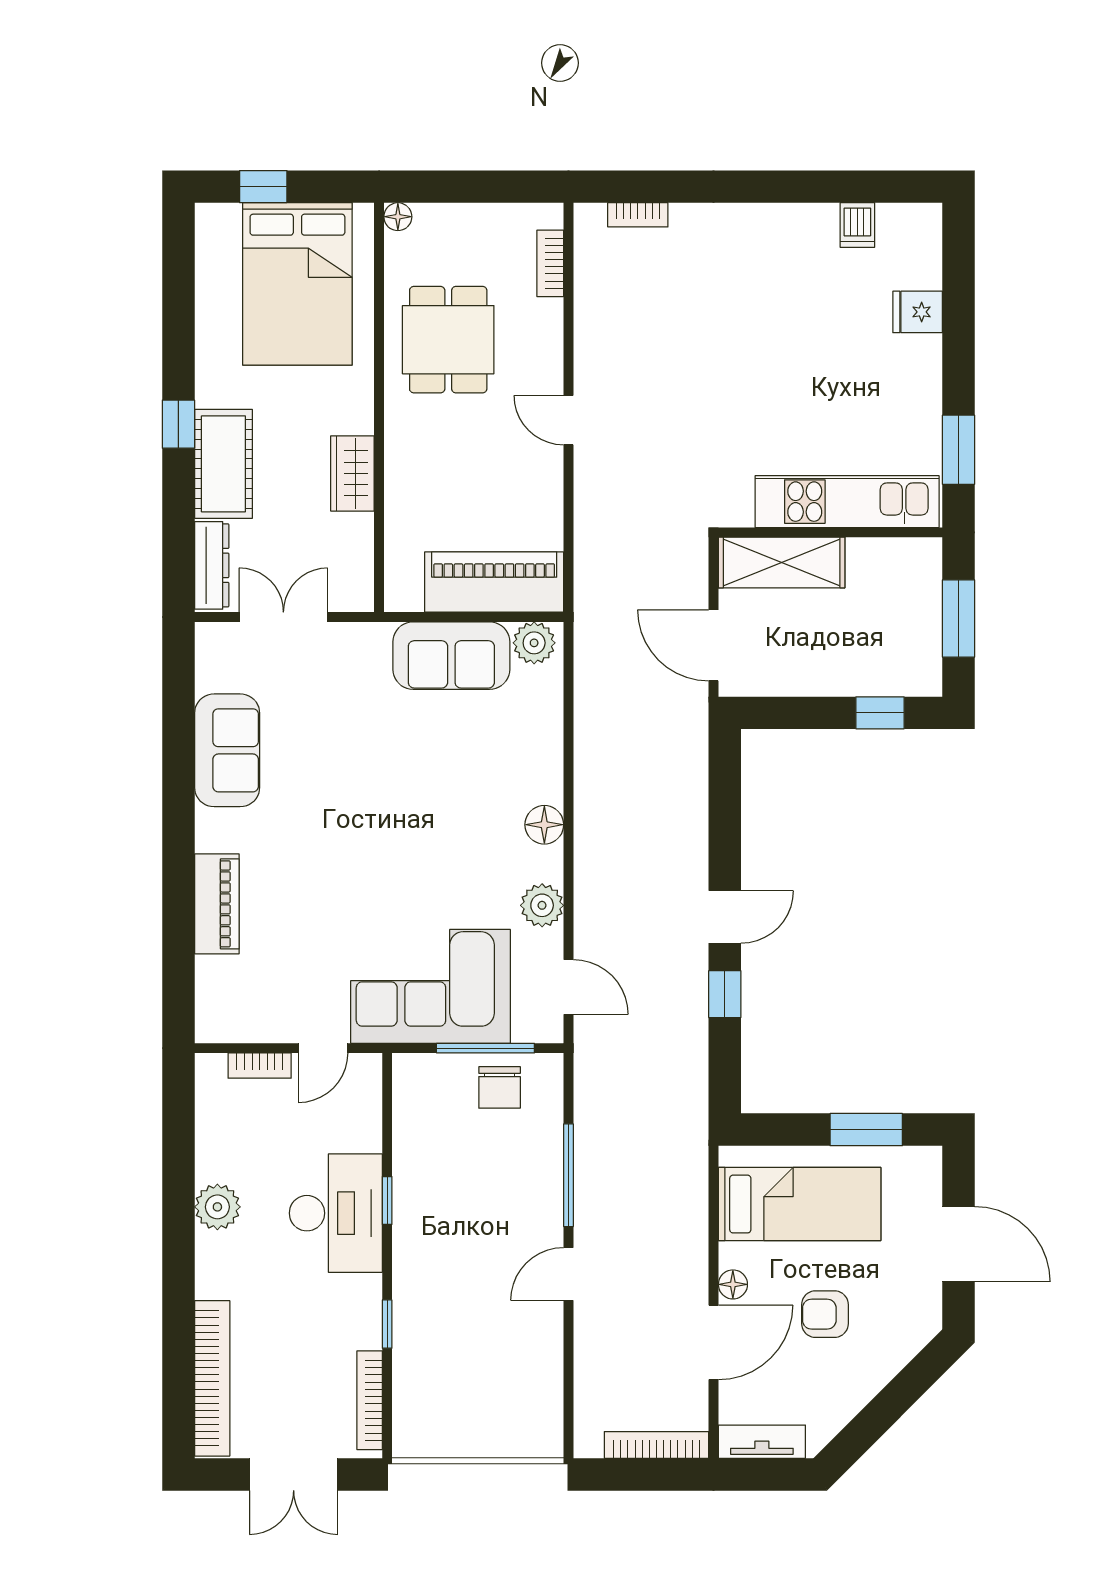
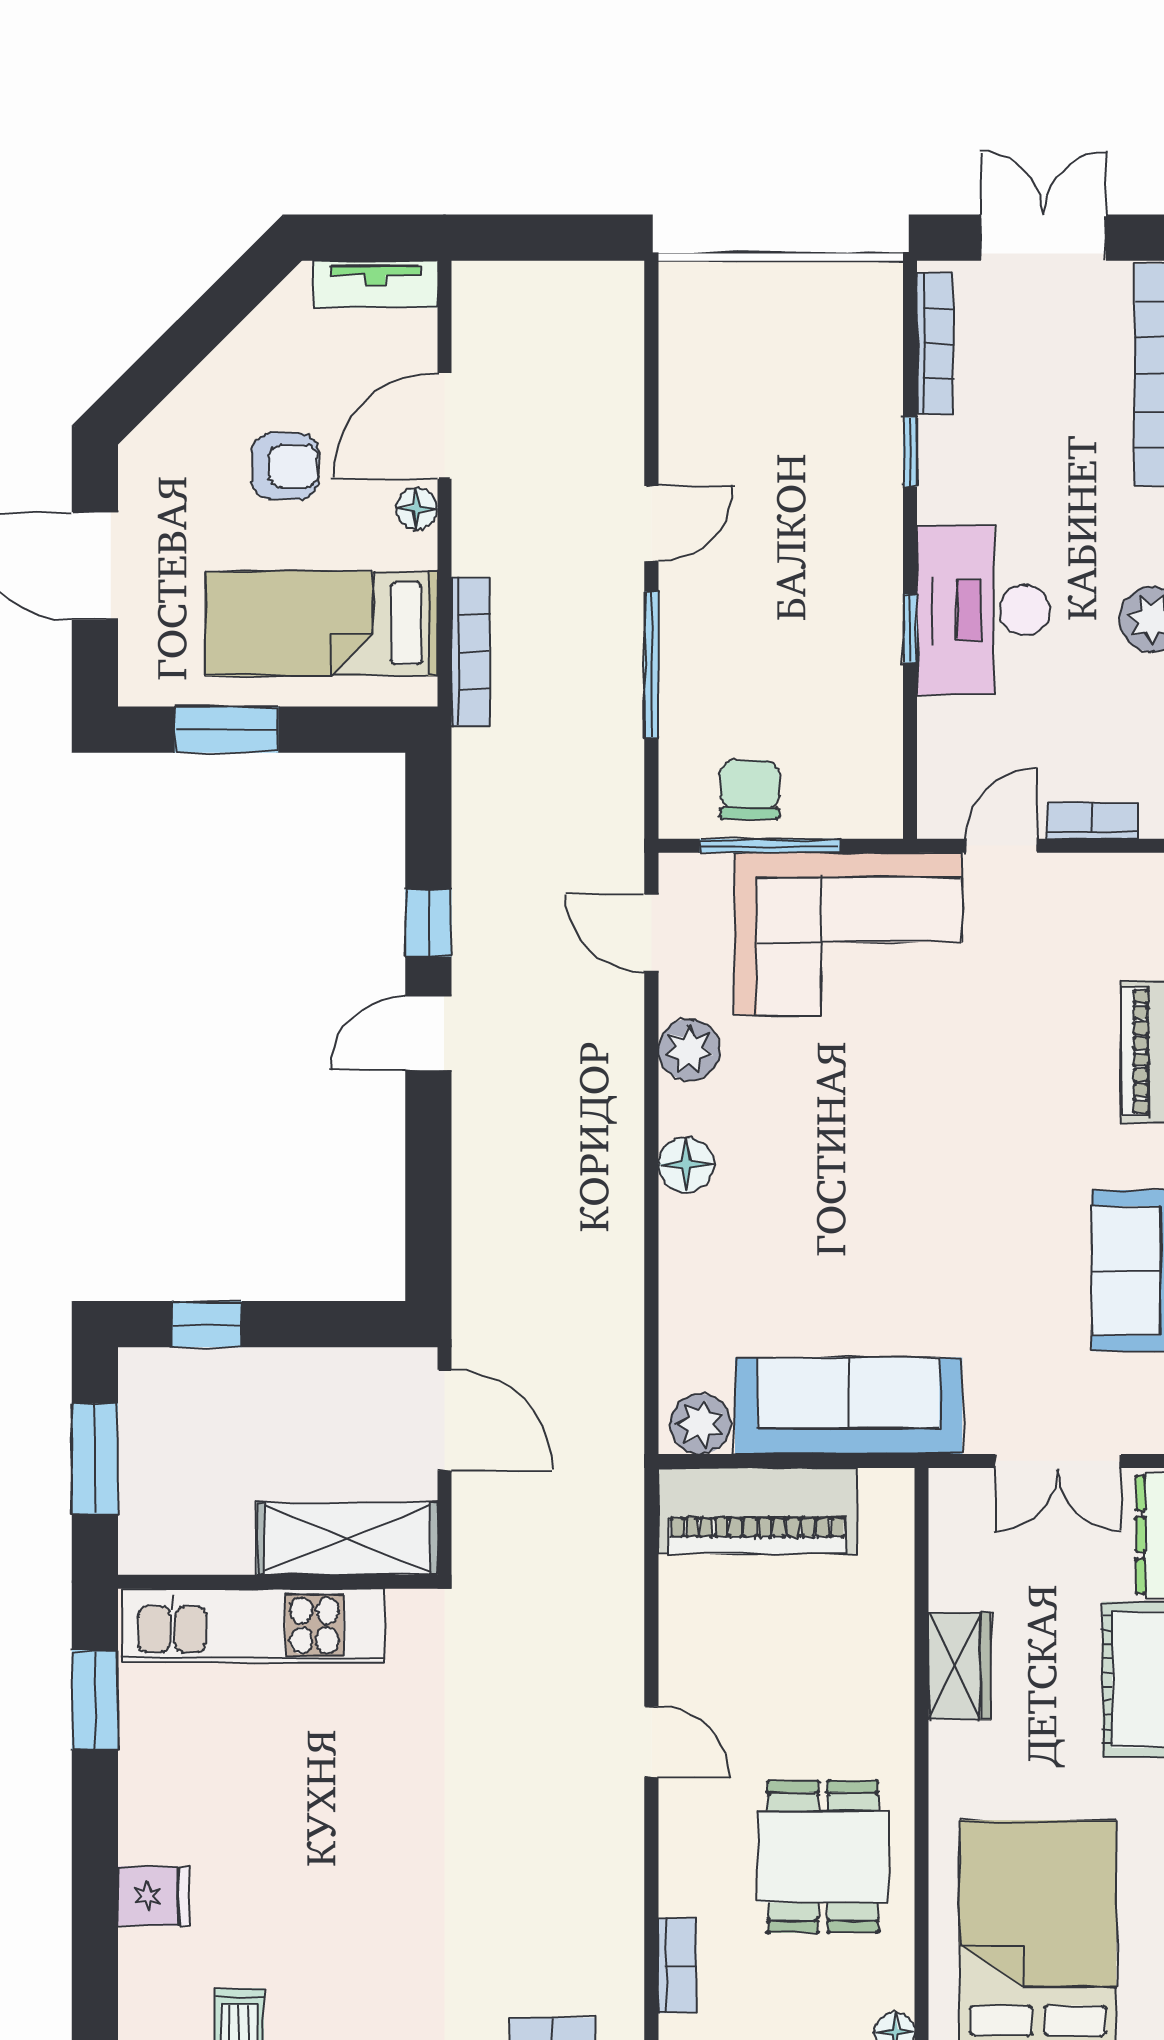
sofa: (451, 656) -> (849, 1406), width x1.36
bookcase: (656, 1445) -> (470, 652), moved, turned -90

